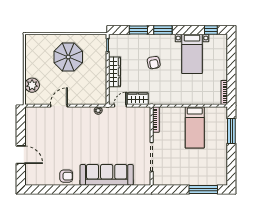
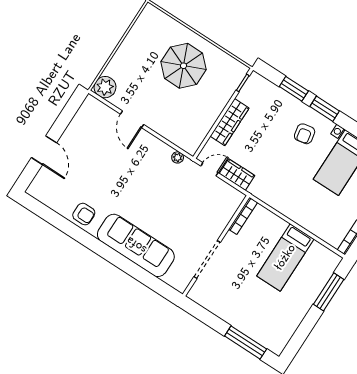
armchair: (154, 63) -> (305, 134), moved
plant: (32, 85) -> (105, 87), moved
door: (59, 106) -> (132, 119), swing flipped

